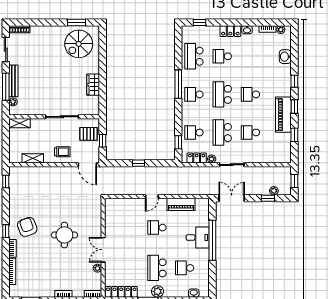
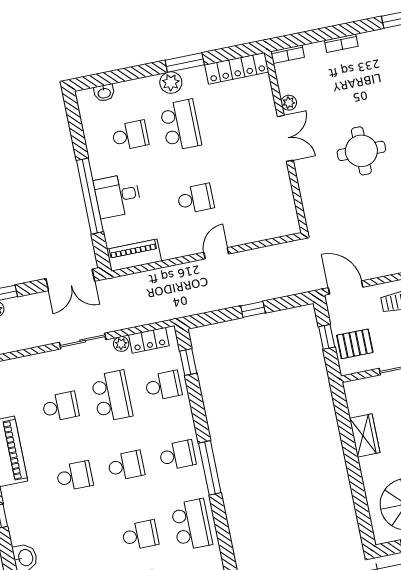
school desk: (222, 94) -> (126, 466), width x0.54
piano: (181, 204) -> (134, 255), moved

